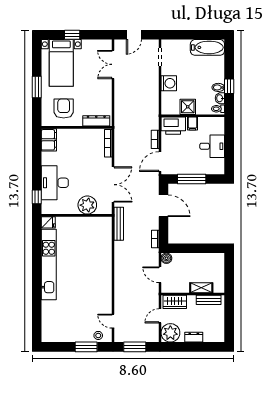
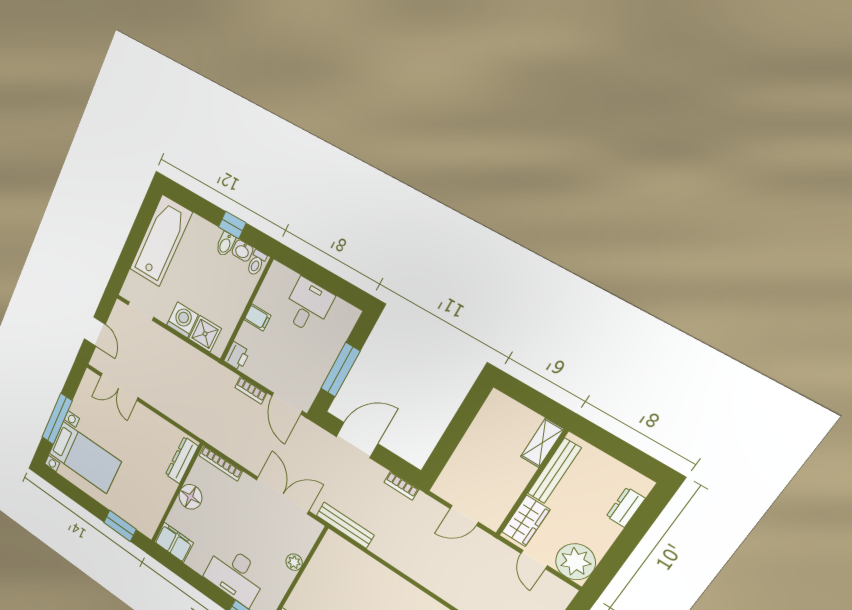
window: (72, 35) -> (57, 419), width x2.17
bathtub: (207, 47) -> (161, 241), width x1.36, depth x1.36
window: (37, 87) -> (120, 526), moved
shower: (188, 107) -> (205, 334), moved
armchair: (64, 109) -> (143, 494), removed
printer: (173, 126) -> (237, 356), width x0.53, depth x0.68
floor lamp: (80, 136) -> (190, 497), added
plant: (87, 205) -> (294, 562), width x0.53, depth x0.53
boiler: (166, 258) -> (443, 488), removed
shelving: (201, 288) -> (542, 443), moved
bench: (209, 300) -> (554, 471), width x1.36
dresser: (194, 337) -> (626, 507), moved

